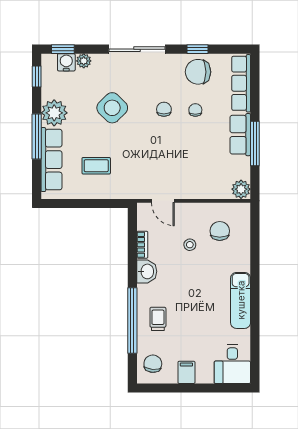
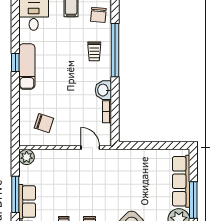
coffee table: (96, 166) -> (145, 176), removed
chair: (220, 231) -> (44, 123), turned -72
stool: (190, 245) -> (68, 112), removed
window: (255, 305) -> (15, 62), added

